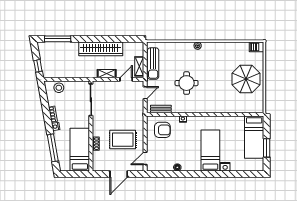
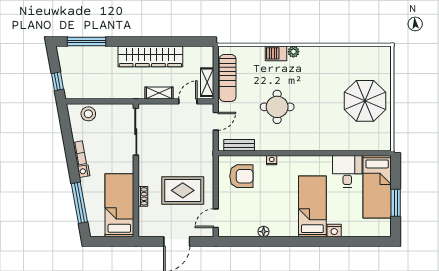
barbecue: (257, 47) -> (276, 53), moved
desk: (234, 127) -> (347, 171), added

